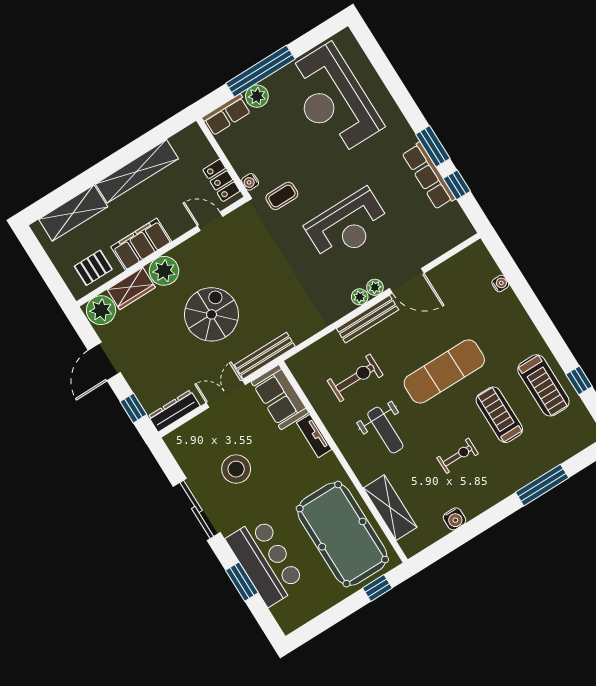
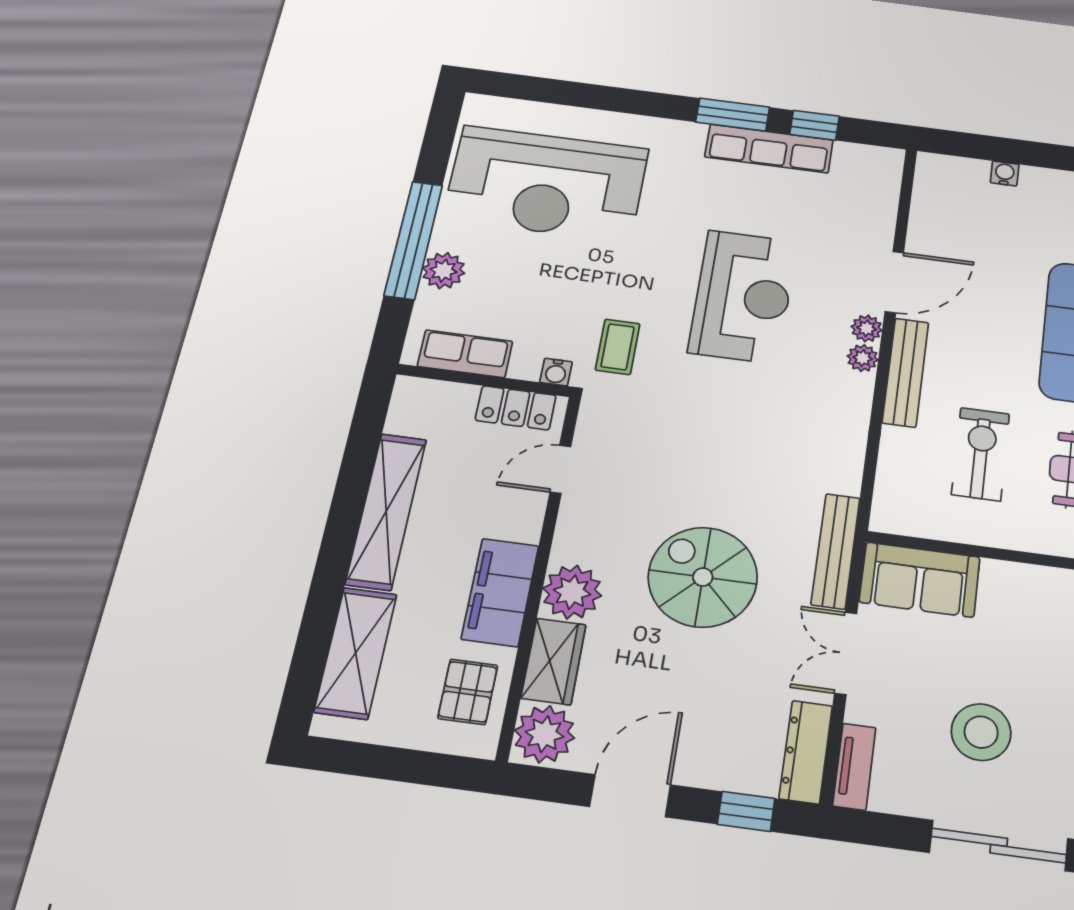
row of seats: (226, 115) -> (465, 354), moved, turned -90
door: (104, 361) -> (630, 796), swing flipped
tv unit: (314, 436) -> (854, 767), moved, turned -90

